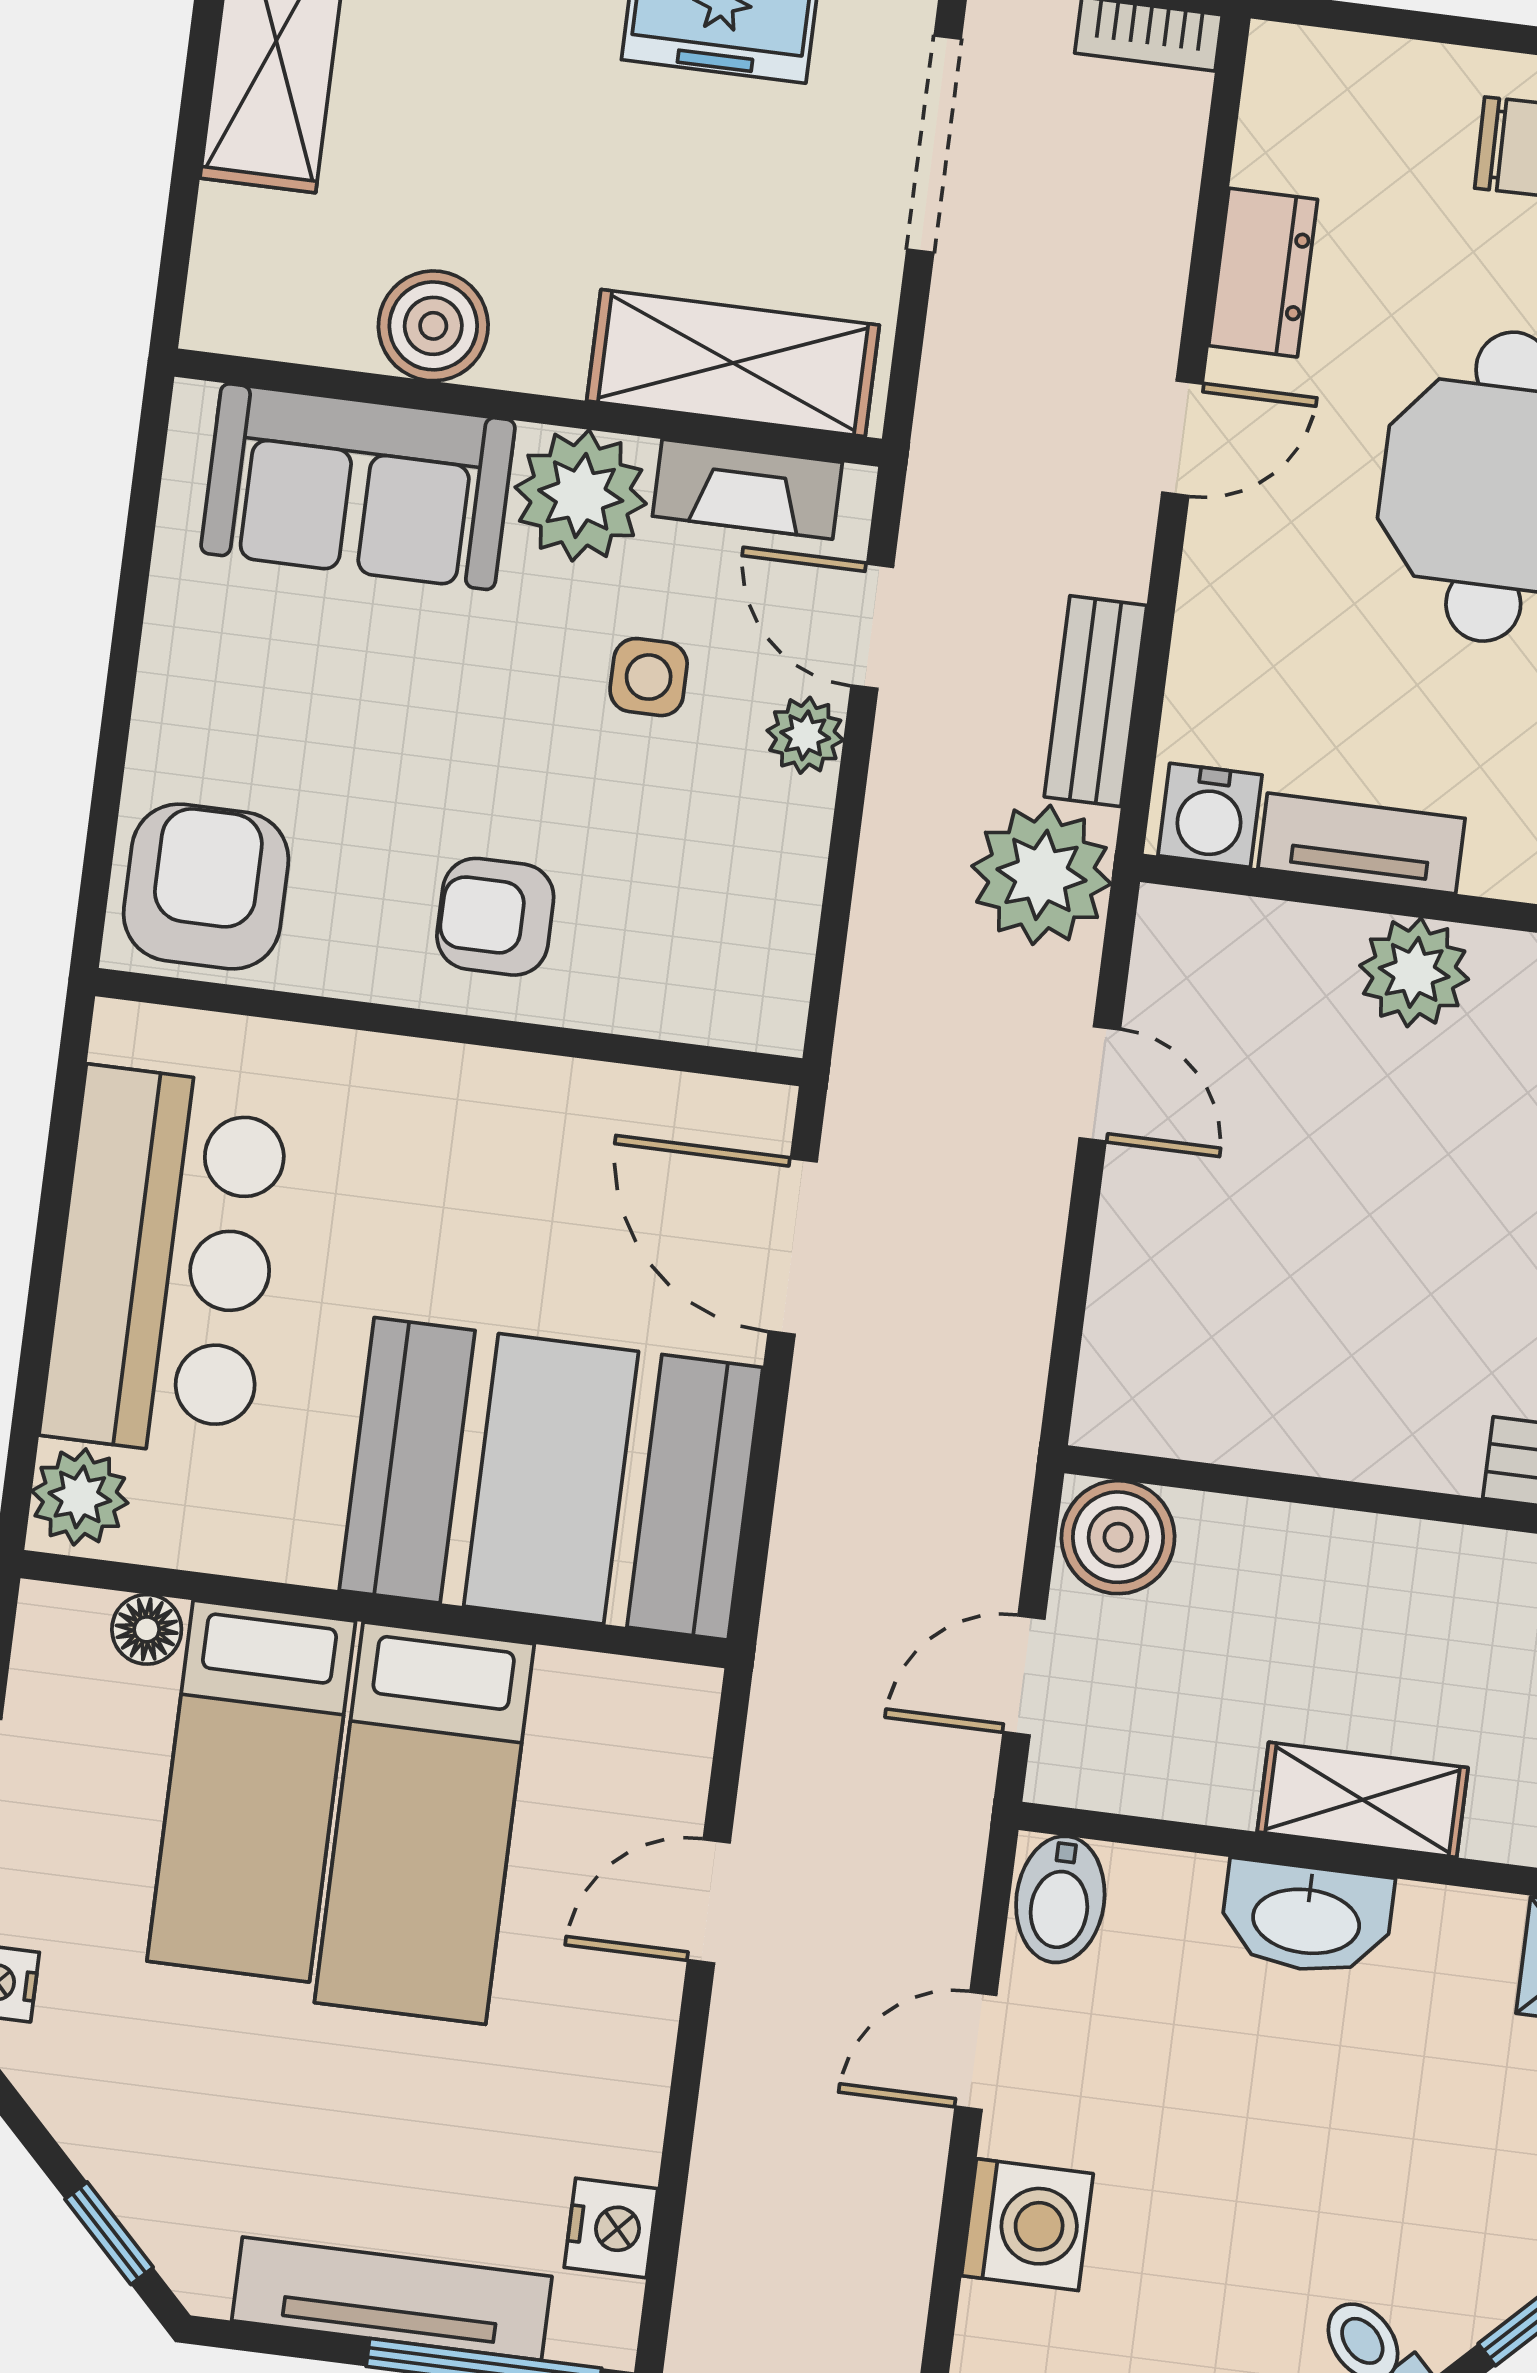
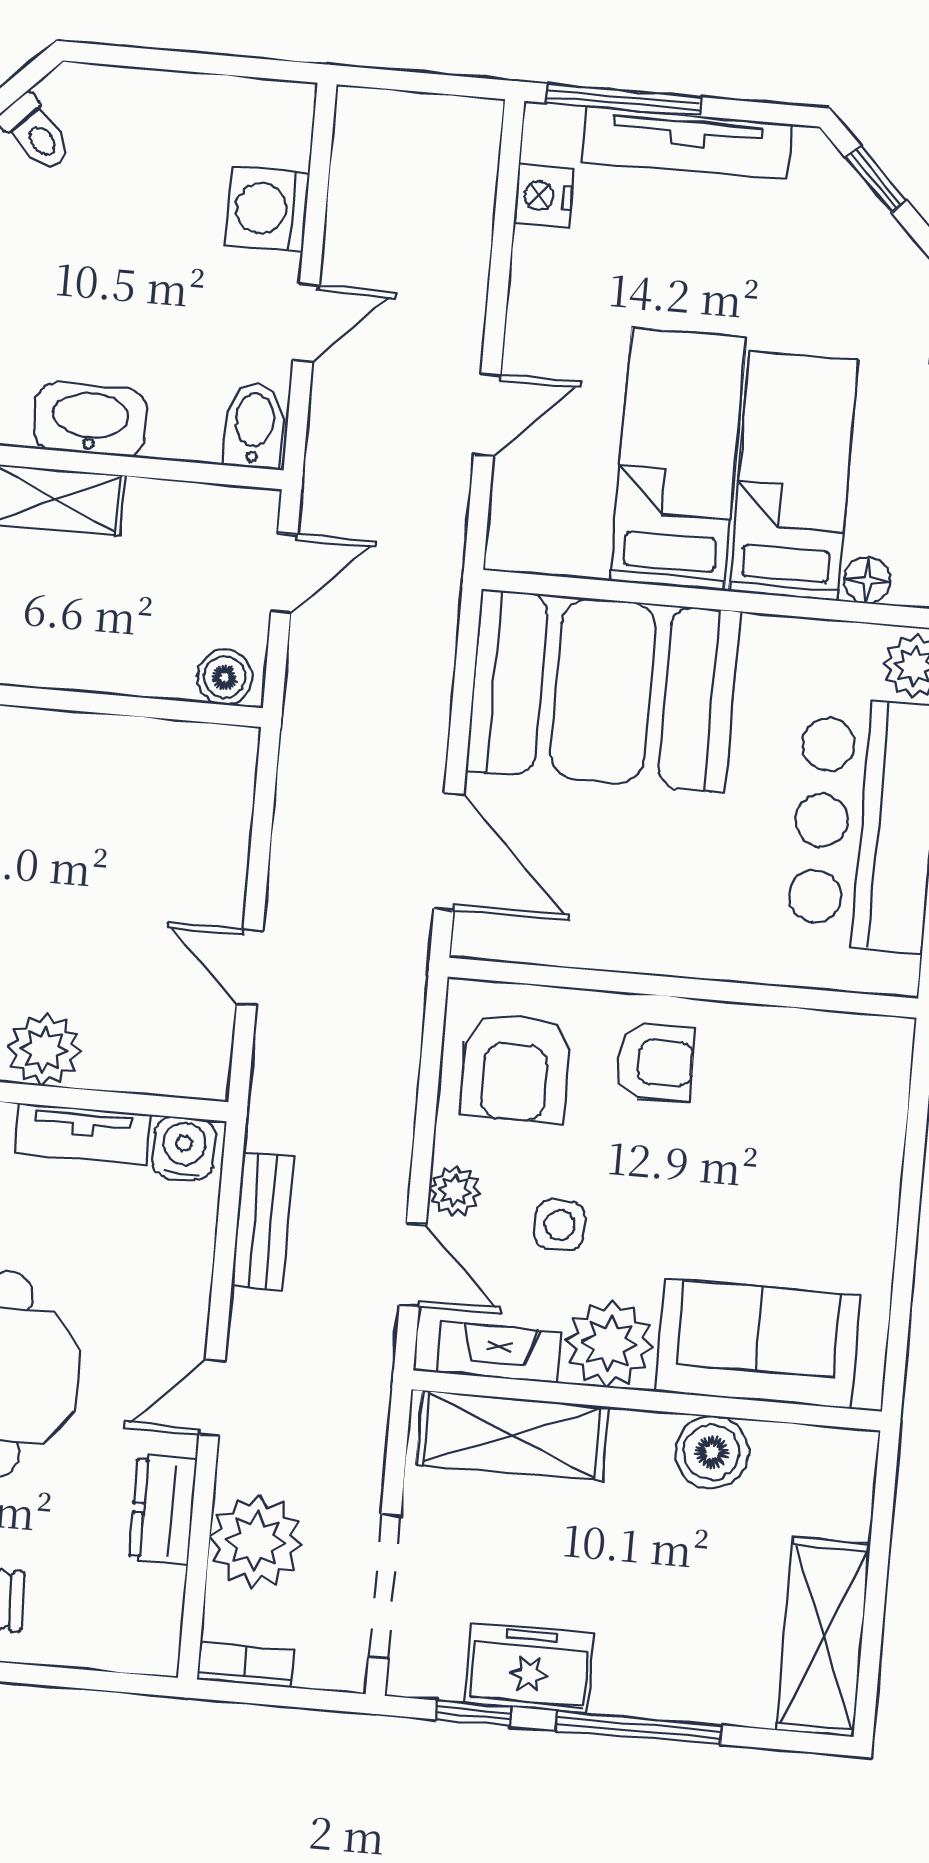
plant: (1041, 875) -> (256, 1541), moved
armchair: (206, 887) -> (516, 1067), moved
boiler: (1118, 1537) -> (225, 677), width x0.73, depth x0.73

